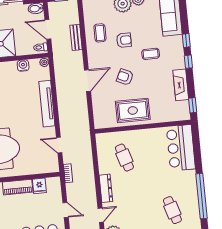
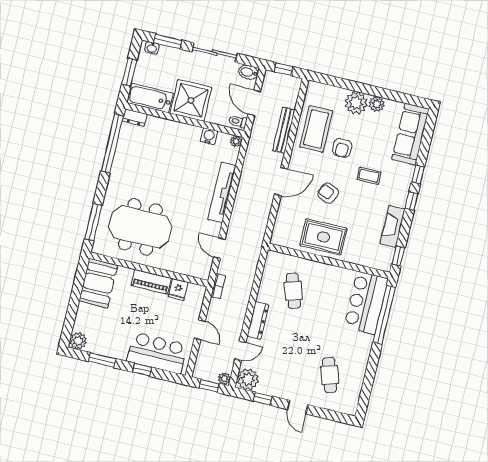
coffee table: (100, 33) -> (316, 129), width x1.86, depth x1.72
bench: (76, 37) -> (284, 130), width x1.36
armchair: (124, 40) -> (342, 148), turned 90
window: (202, 196) -> (384, 315), moved

